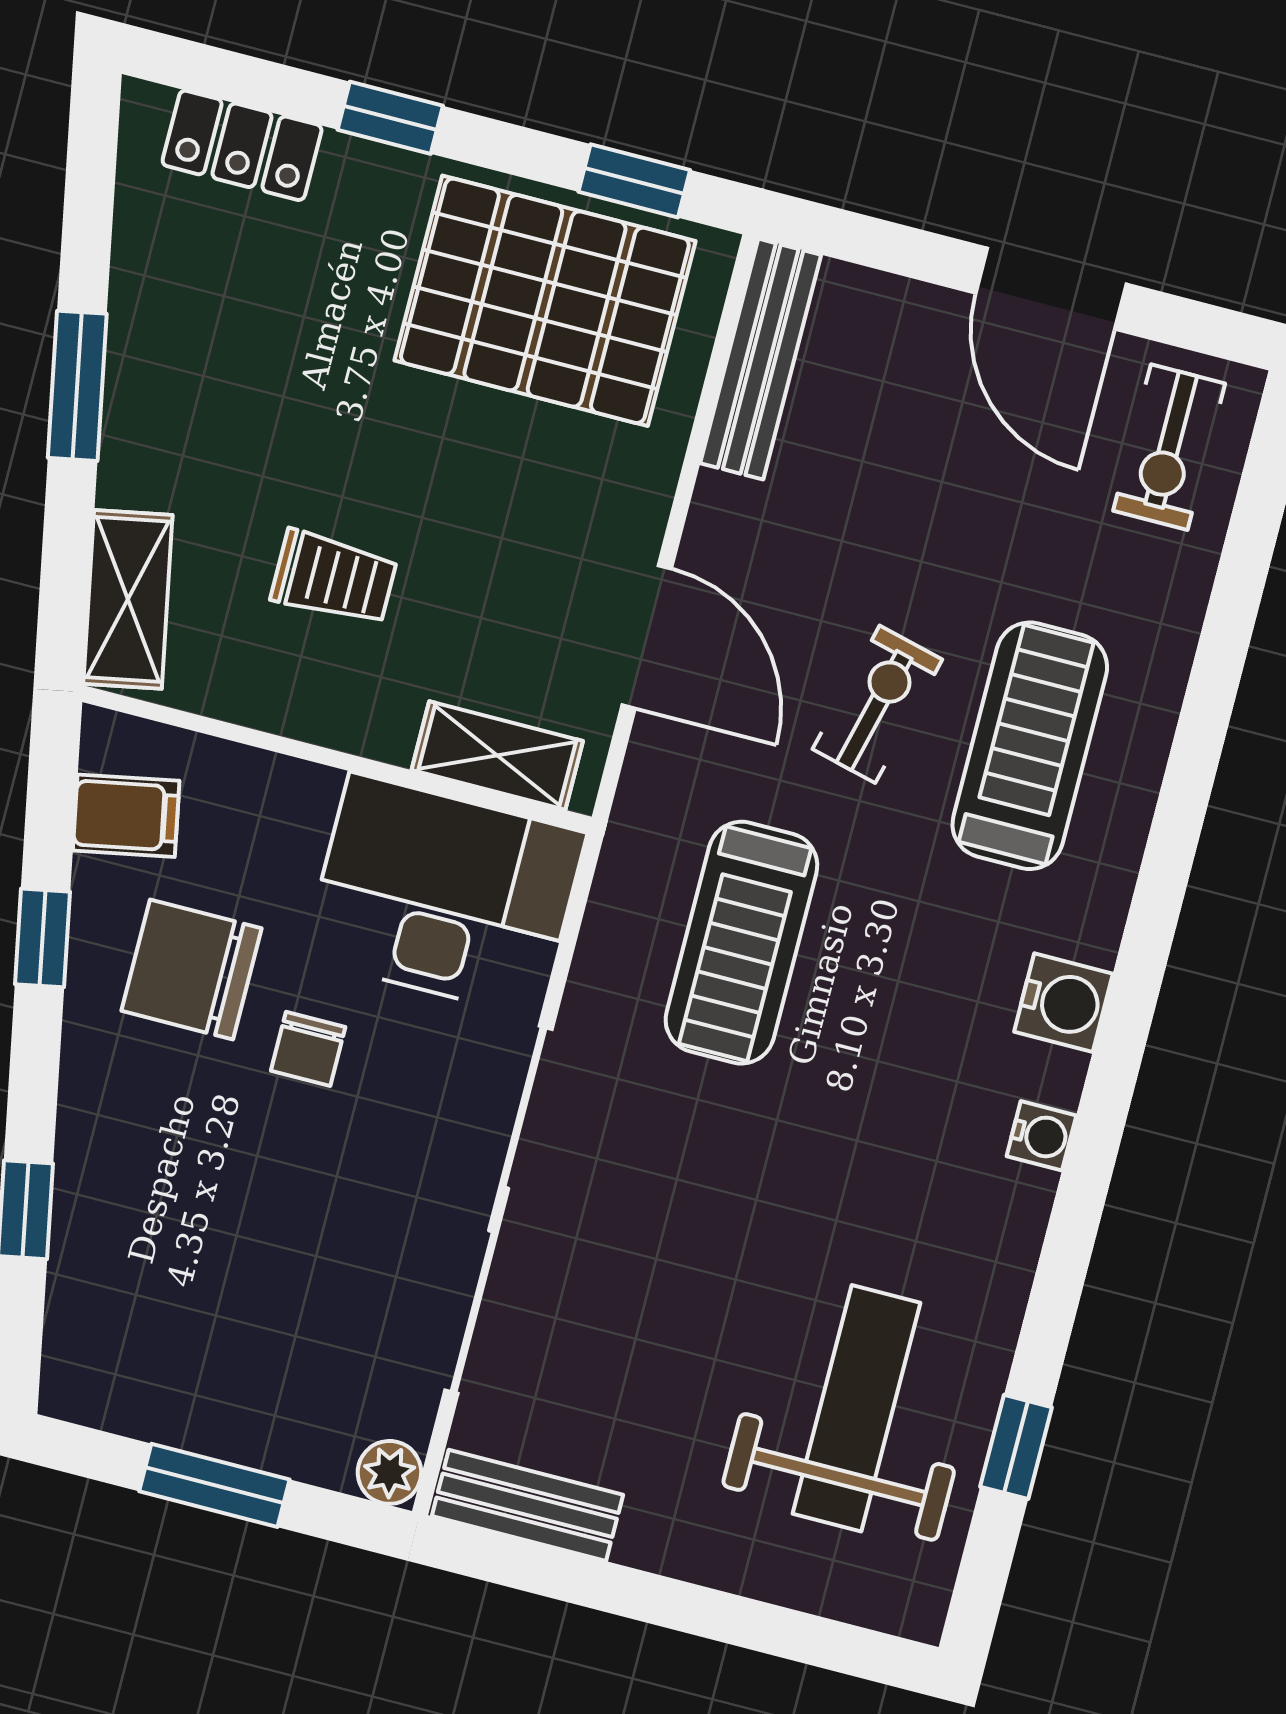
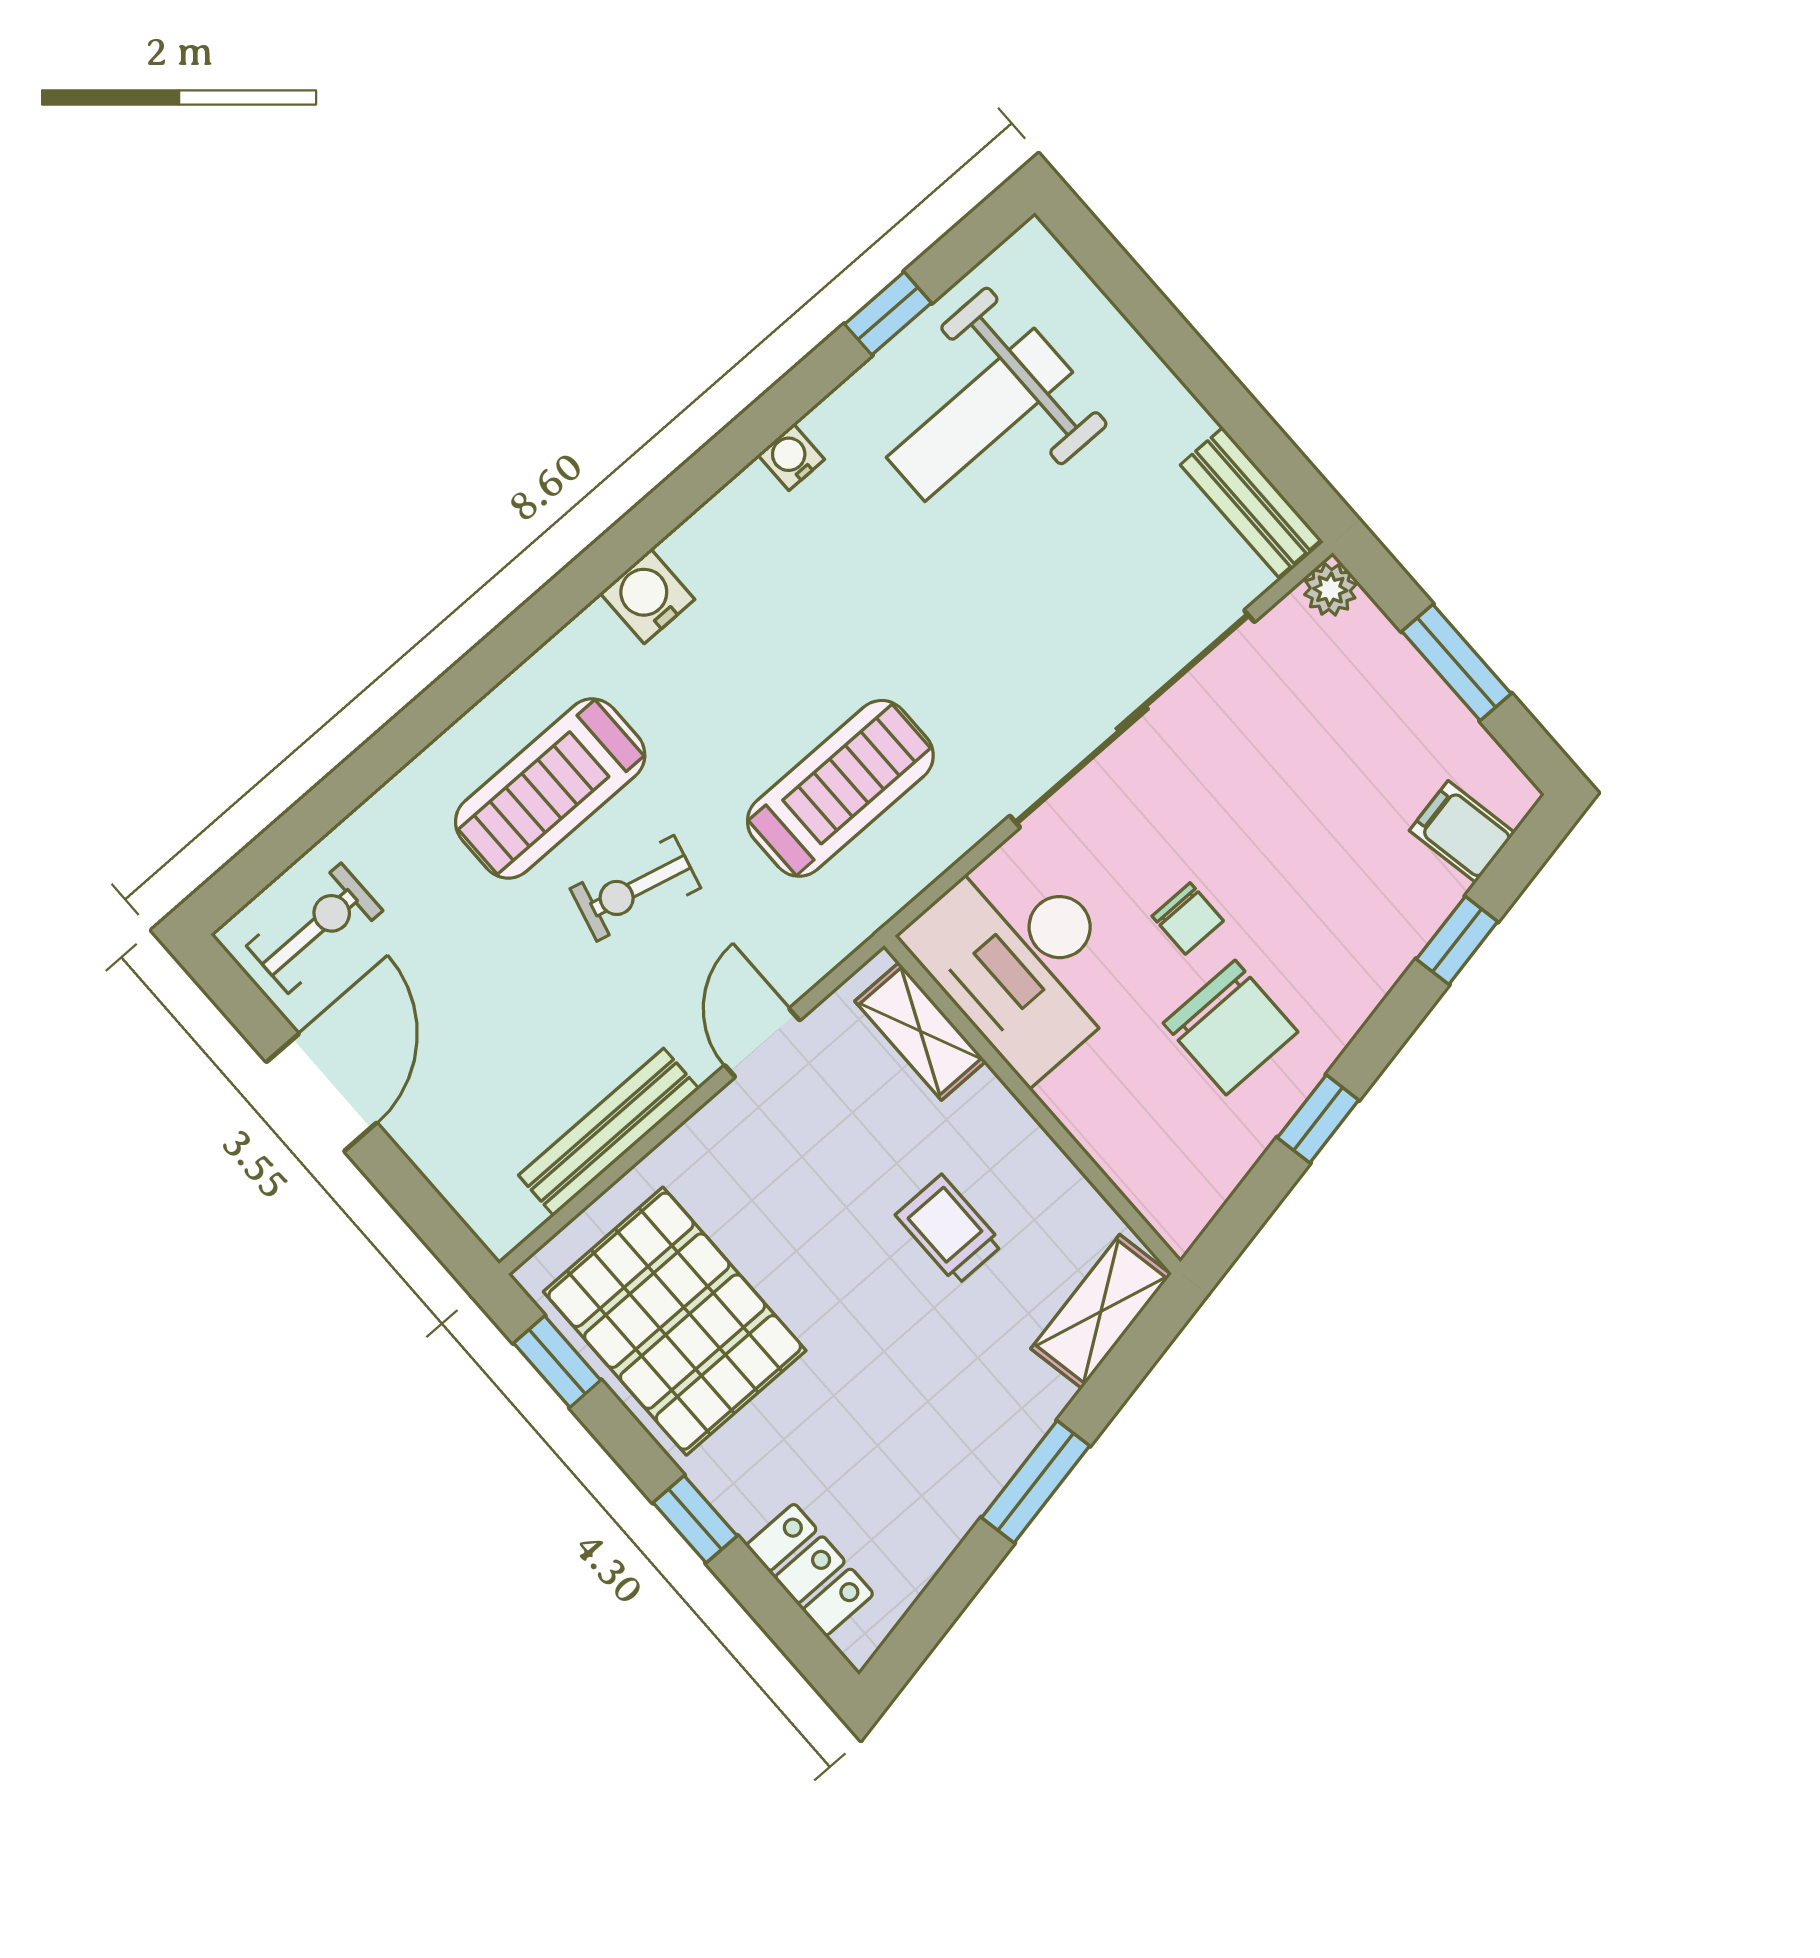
bench: (761, 359) -> (609, 1132), moved
door: (647, 637) -> (762, 1043), width x0.73
filing cabinet: (126, 816) -> (1462, 832), moved
chair: (308, 1049) -> (1188, 918), turned 90
water cooler: (1041, 1136) -> (791, 457), moved

